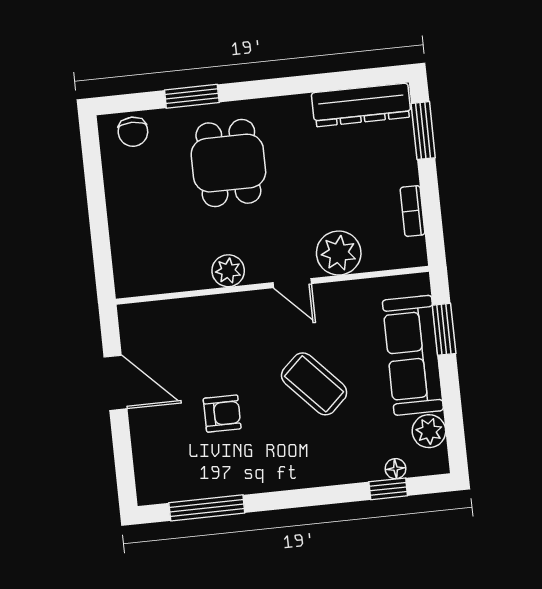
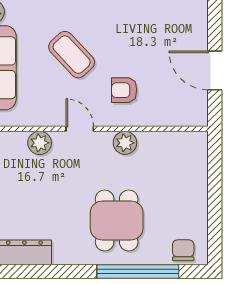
window: (192, 96) -> (138, 271), width x2.11
plant: (339, 253) -> (40, 143), width x0.73, depth x0.73
armchair: (222, 414) -> (124, 90), moved

